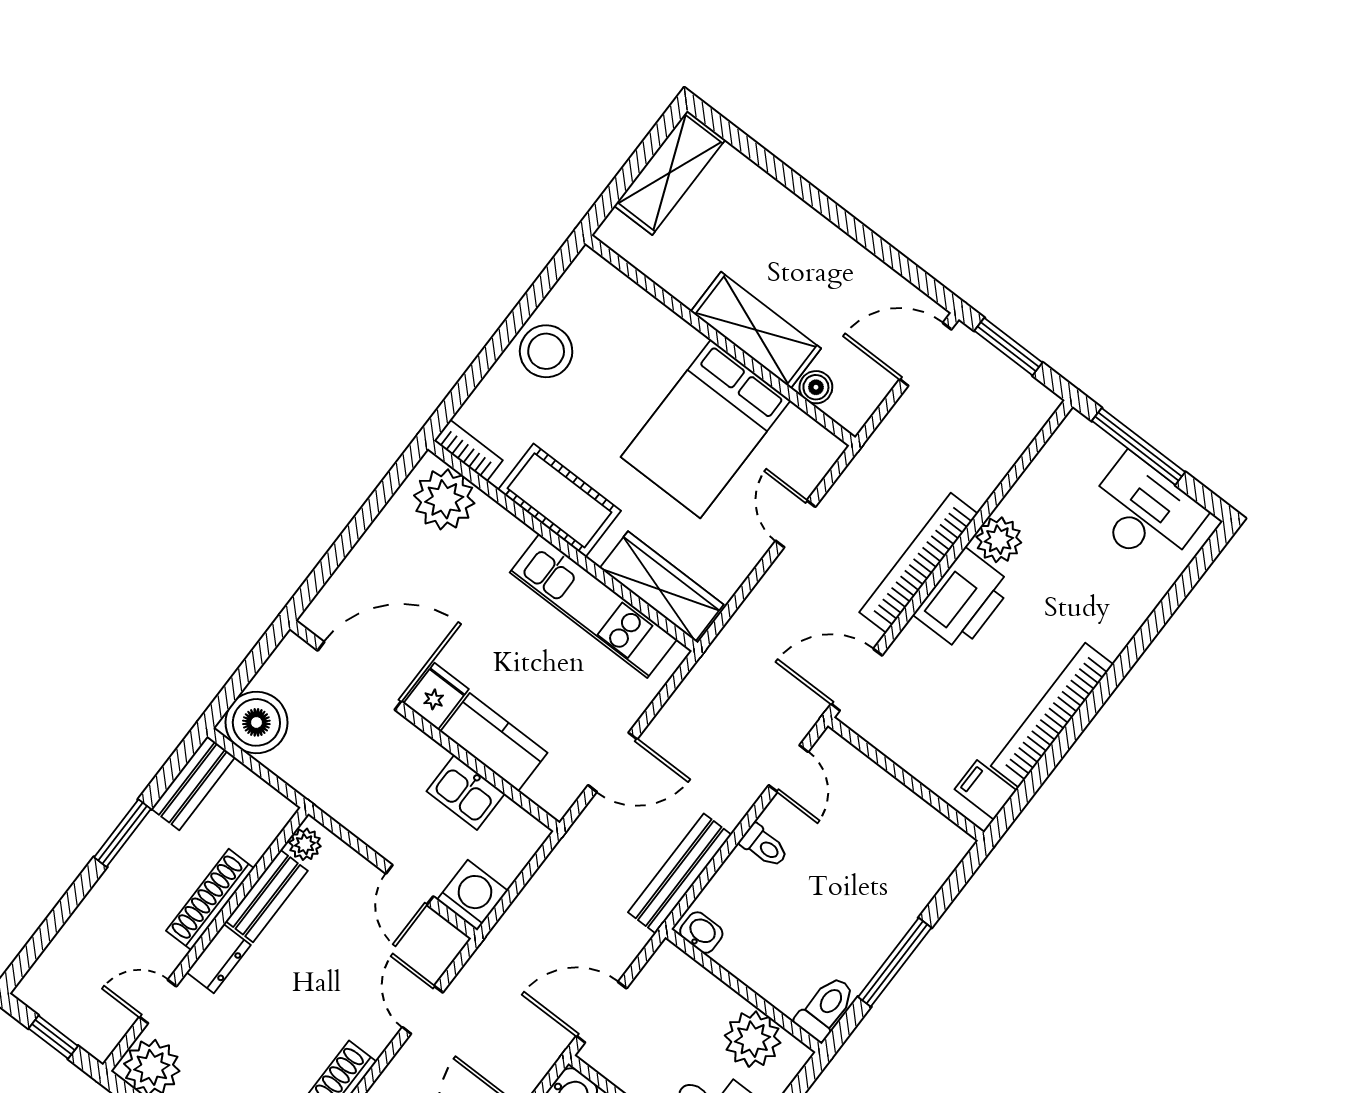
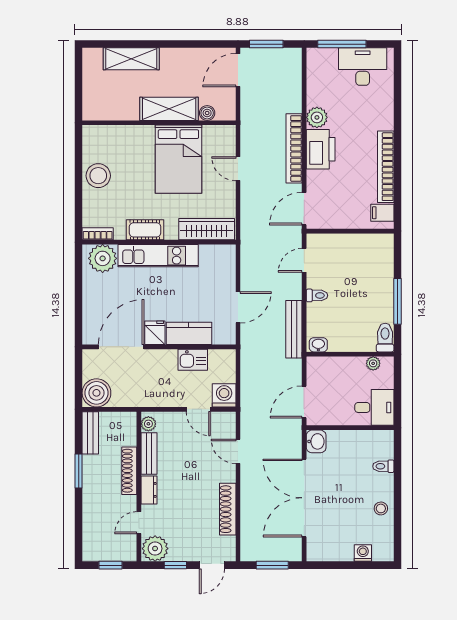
shelving: (670, 173) -> (131, 59), moved, turned 90
cot: (560, 500) -> (145, 230), width x0.73, depth x0.75
kitchen unit: (593, 606) -> (158, 256), moved
door: (788, 769) -> (304, 260), swing flipped
plant: (753, 1039) -> (373, 363), width x0.53, depth x0.53

